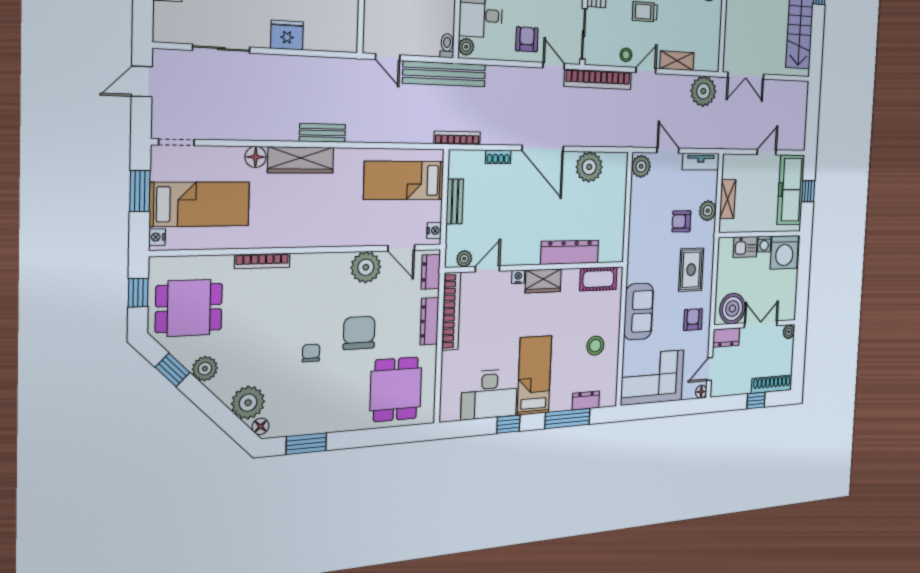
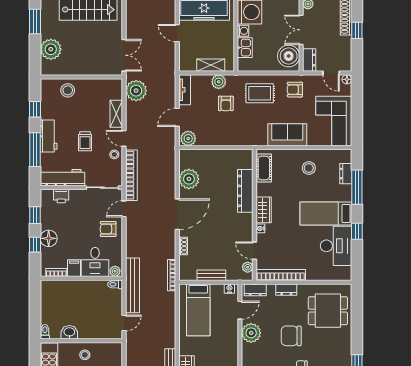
dresser: (429, 321) -> (286, 290), width x0.70

